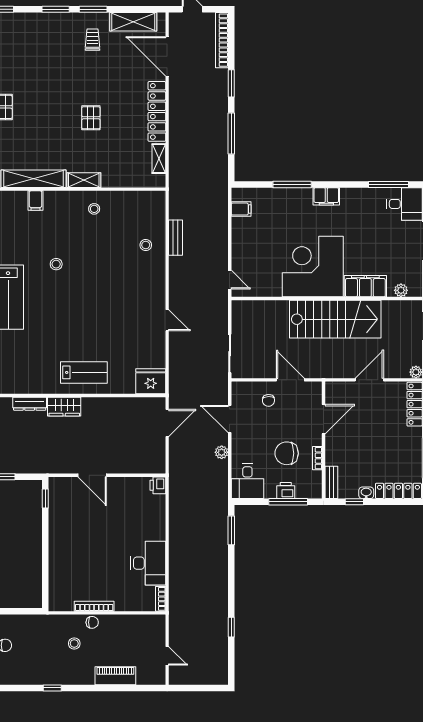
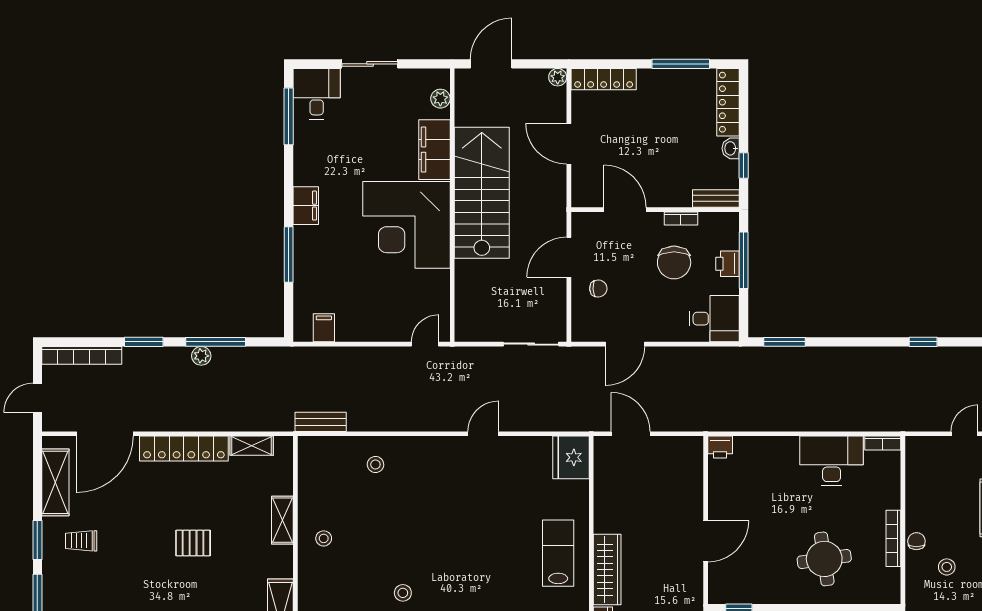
shelving: (84, 180) -> (282, 520), moved
bench: (176, 238) -> (321, 422), moved
wardrobe: (64, 407) -> (607, 570), width x1.50
plant: (222, 452) -> (201, 356), moved
round table: (80, 558) -> (824, 559), added

